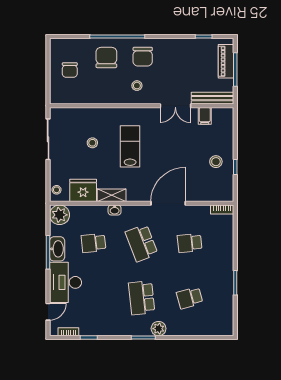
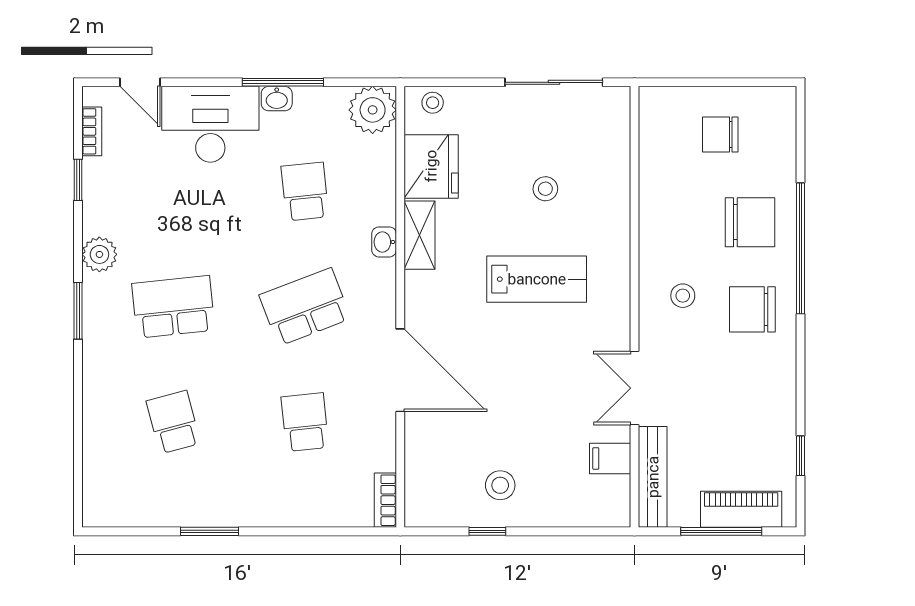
washbasin: (57, 249) -> (277, 99), width x0.52, depth x0.69
plant: (159, 329) -> (99, 254), moved

